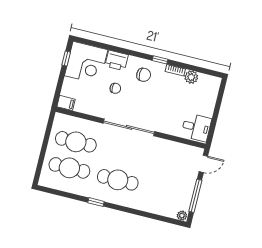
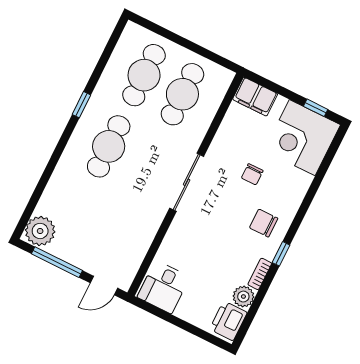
printer: (117, 60) -> (228, 321), moved
chair: (144, 75) -> (264, 223), turned 90
filing cabinet: (66, 103) -> (255, 97), width x2.00
sliding door: (129, 127) -> (187, 182), width x0.73
door: (203, 164) -> (104, 285), hinge flipped
plant: (182, 216) -> (40, 231), width x1.88, depth x1.88

